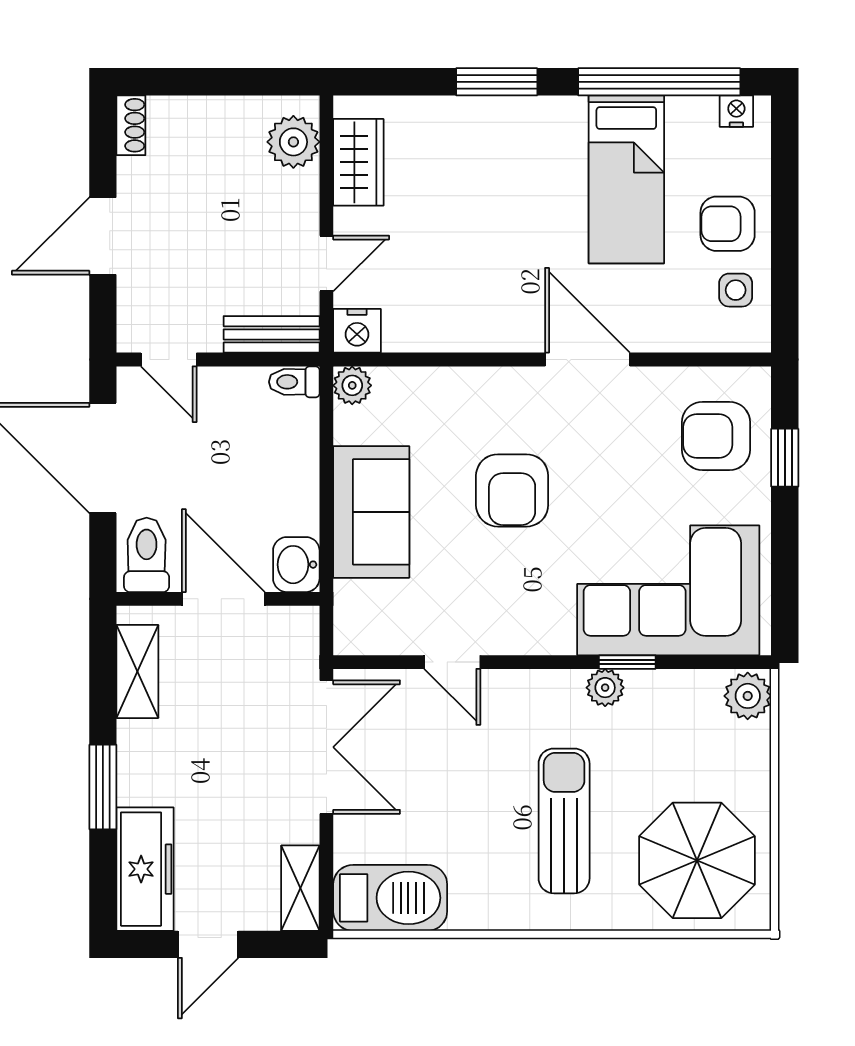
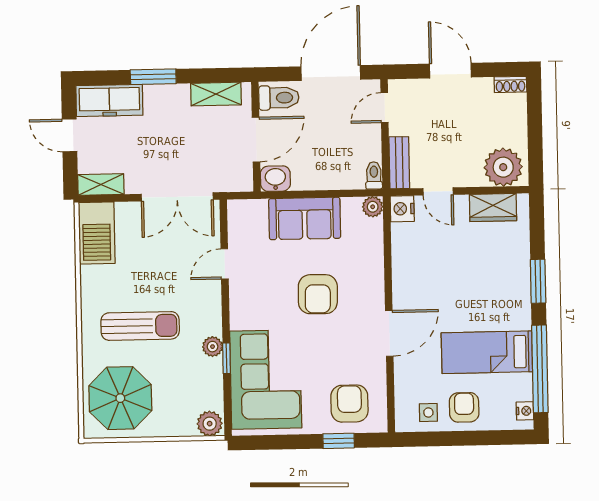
plant: (293, 142) -> (503, 167), width x1.36, depth x1.36
armchair: (512, 490) -> (318, 294), turned -89

